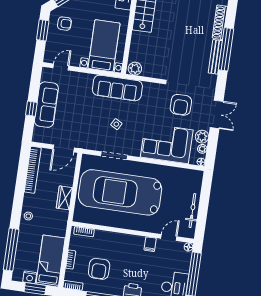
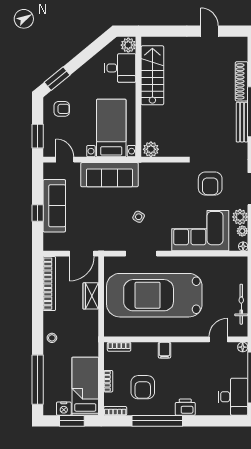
window: (43, 30) -> (38, 136), moved
door: (61, 67) -> (65, 160), hinge flipped
sofa: (117, 88) -> (109, 175), moved
wardrobe: (64, 198) -> (91, 296), moved
filing cabinet: (150, 244) -> (165, 350), moved

